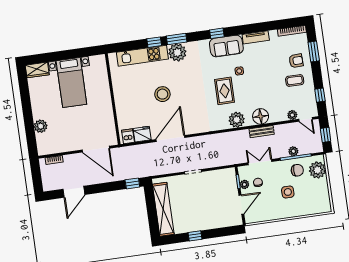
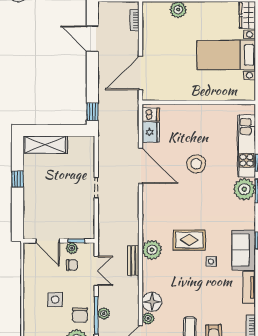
floor lamp: (261, 116) -> (152, 302), moved
bench: (262, 132) -> (133, 260), moved
shelving: (163, 209) -> (45, 145), width x0.68

